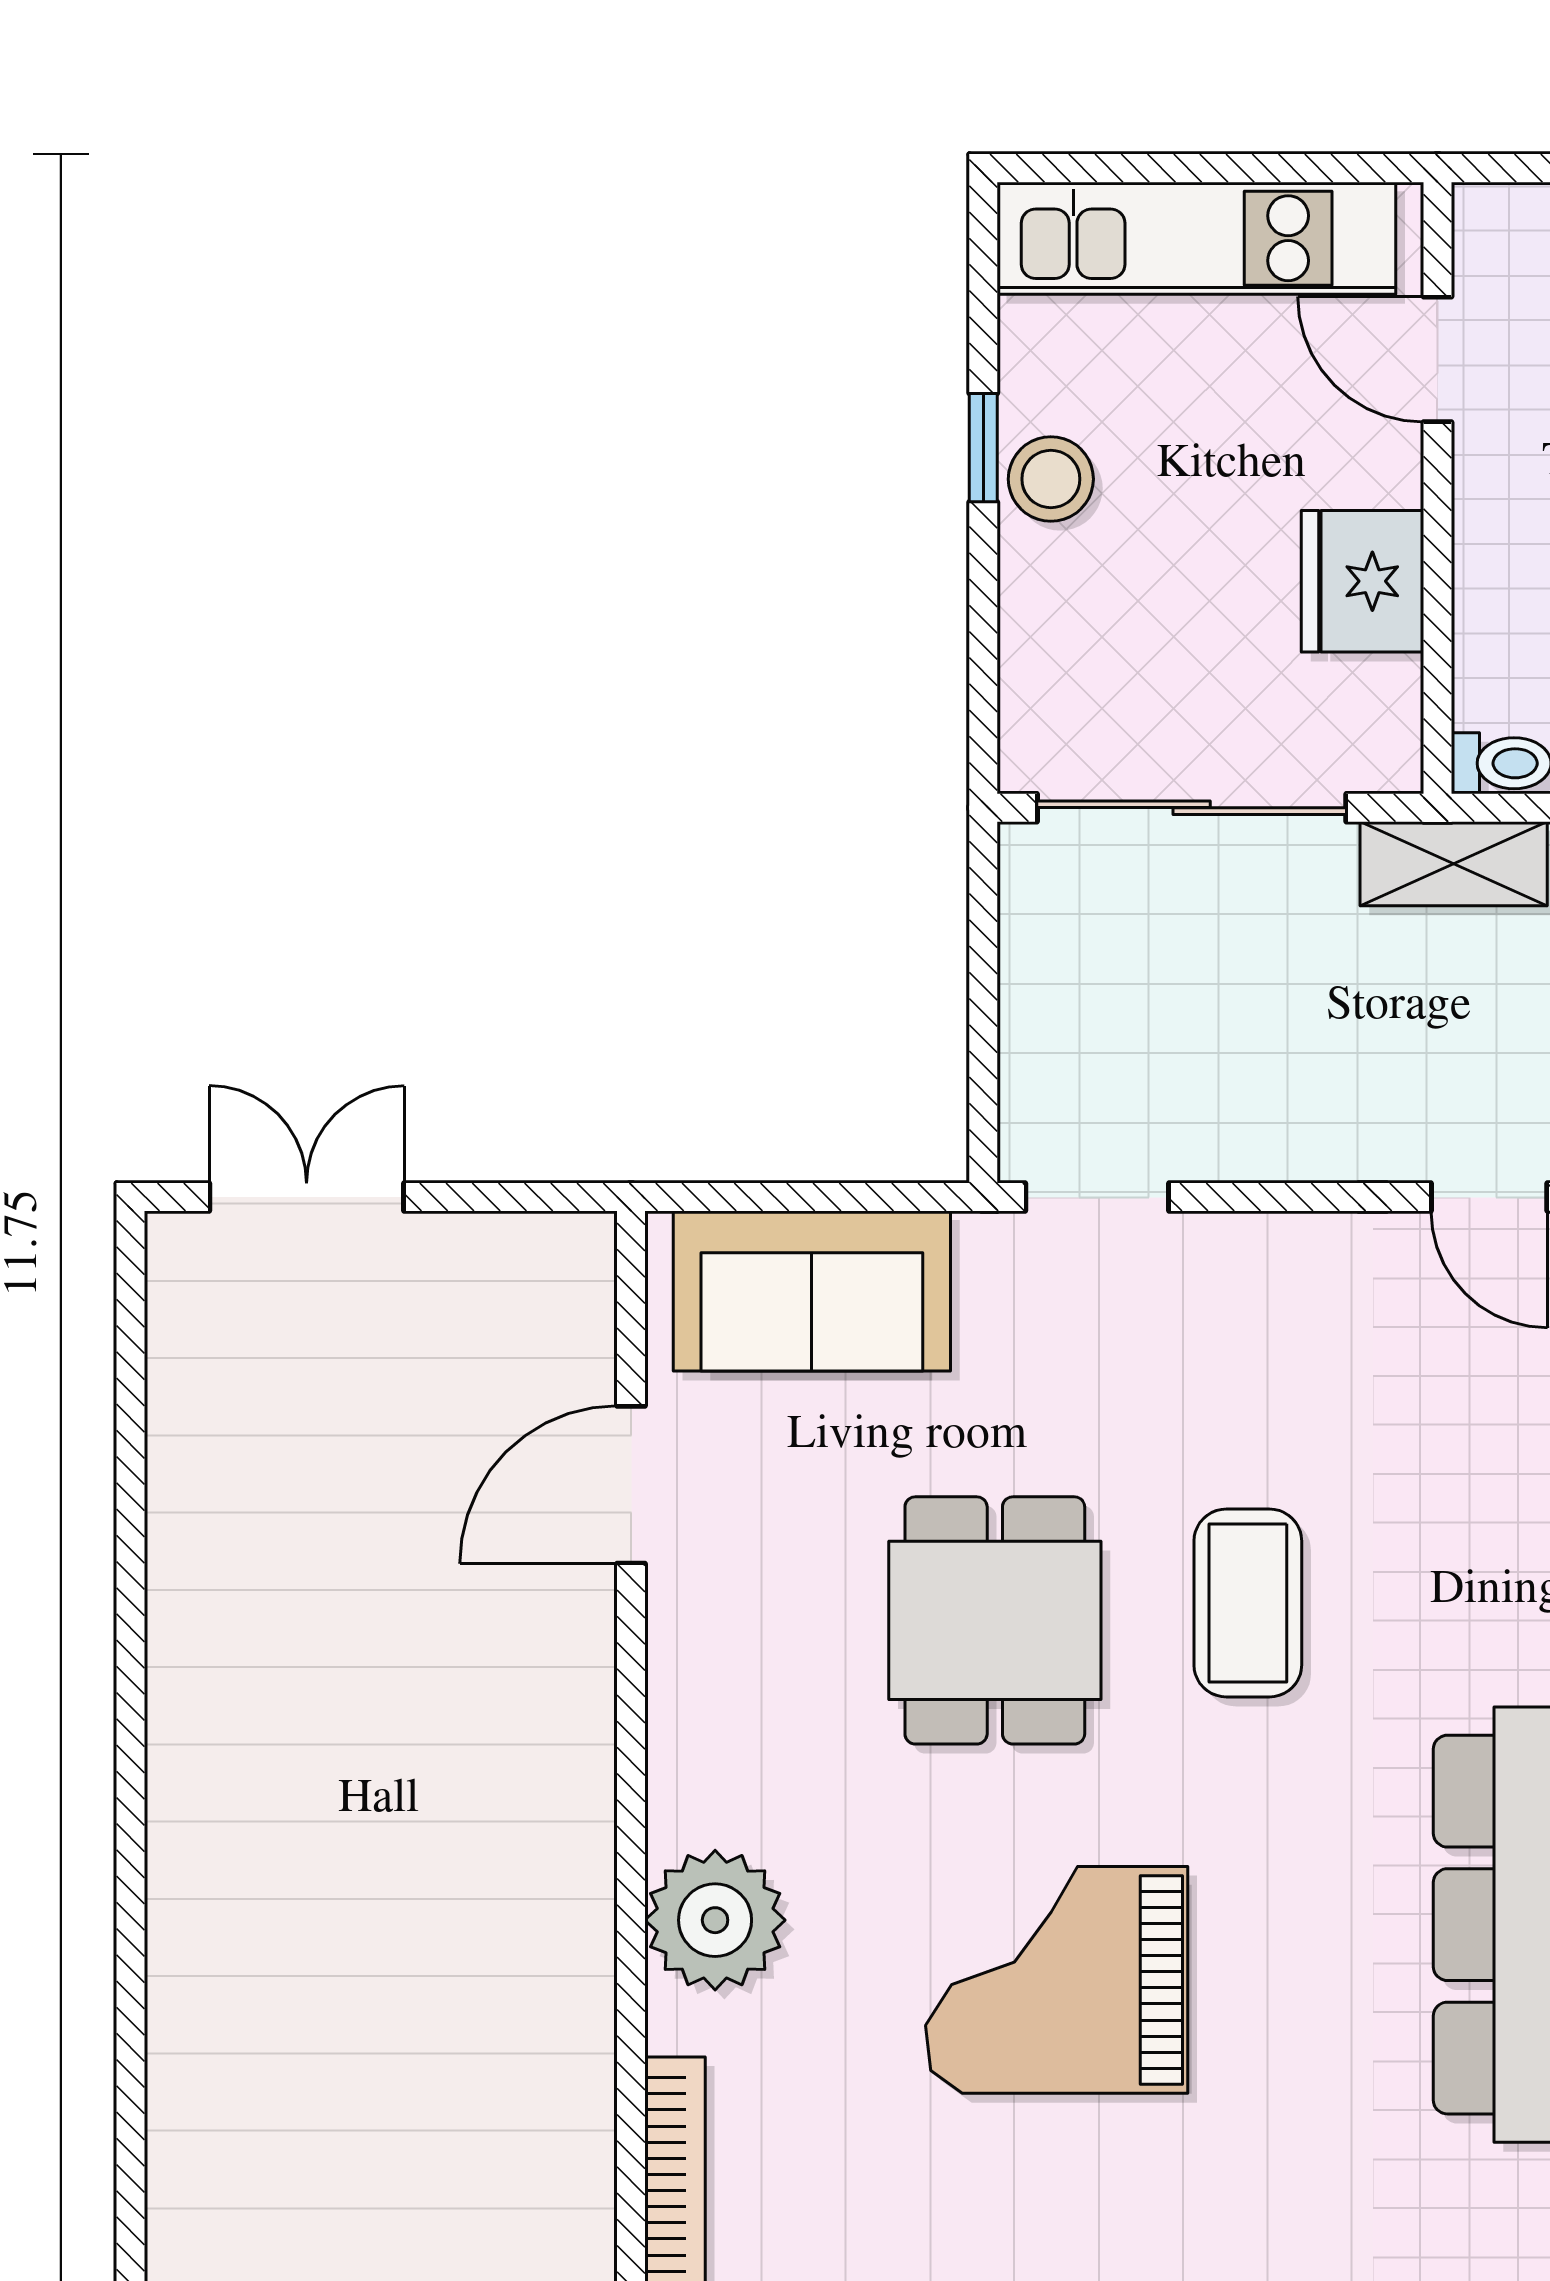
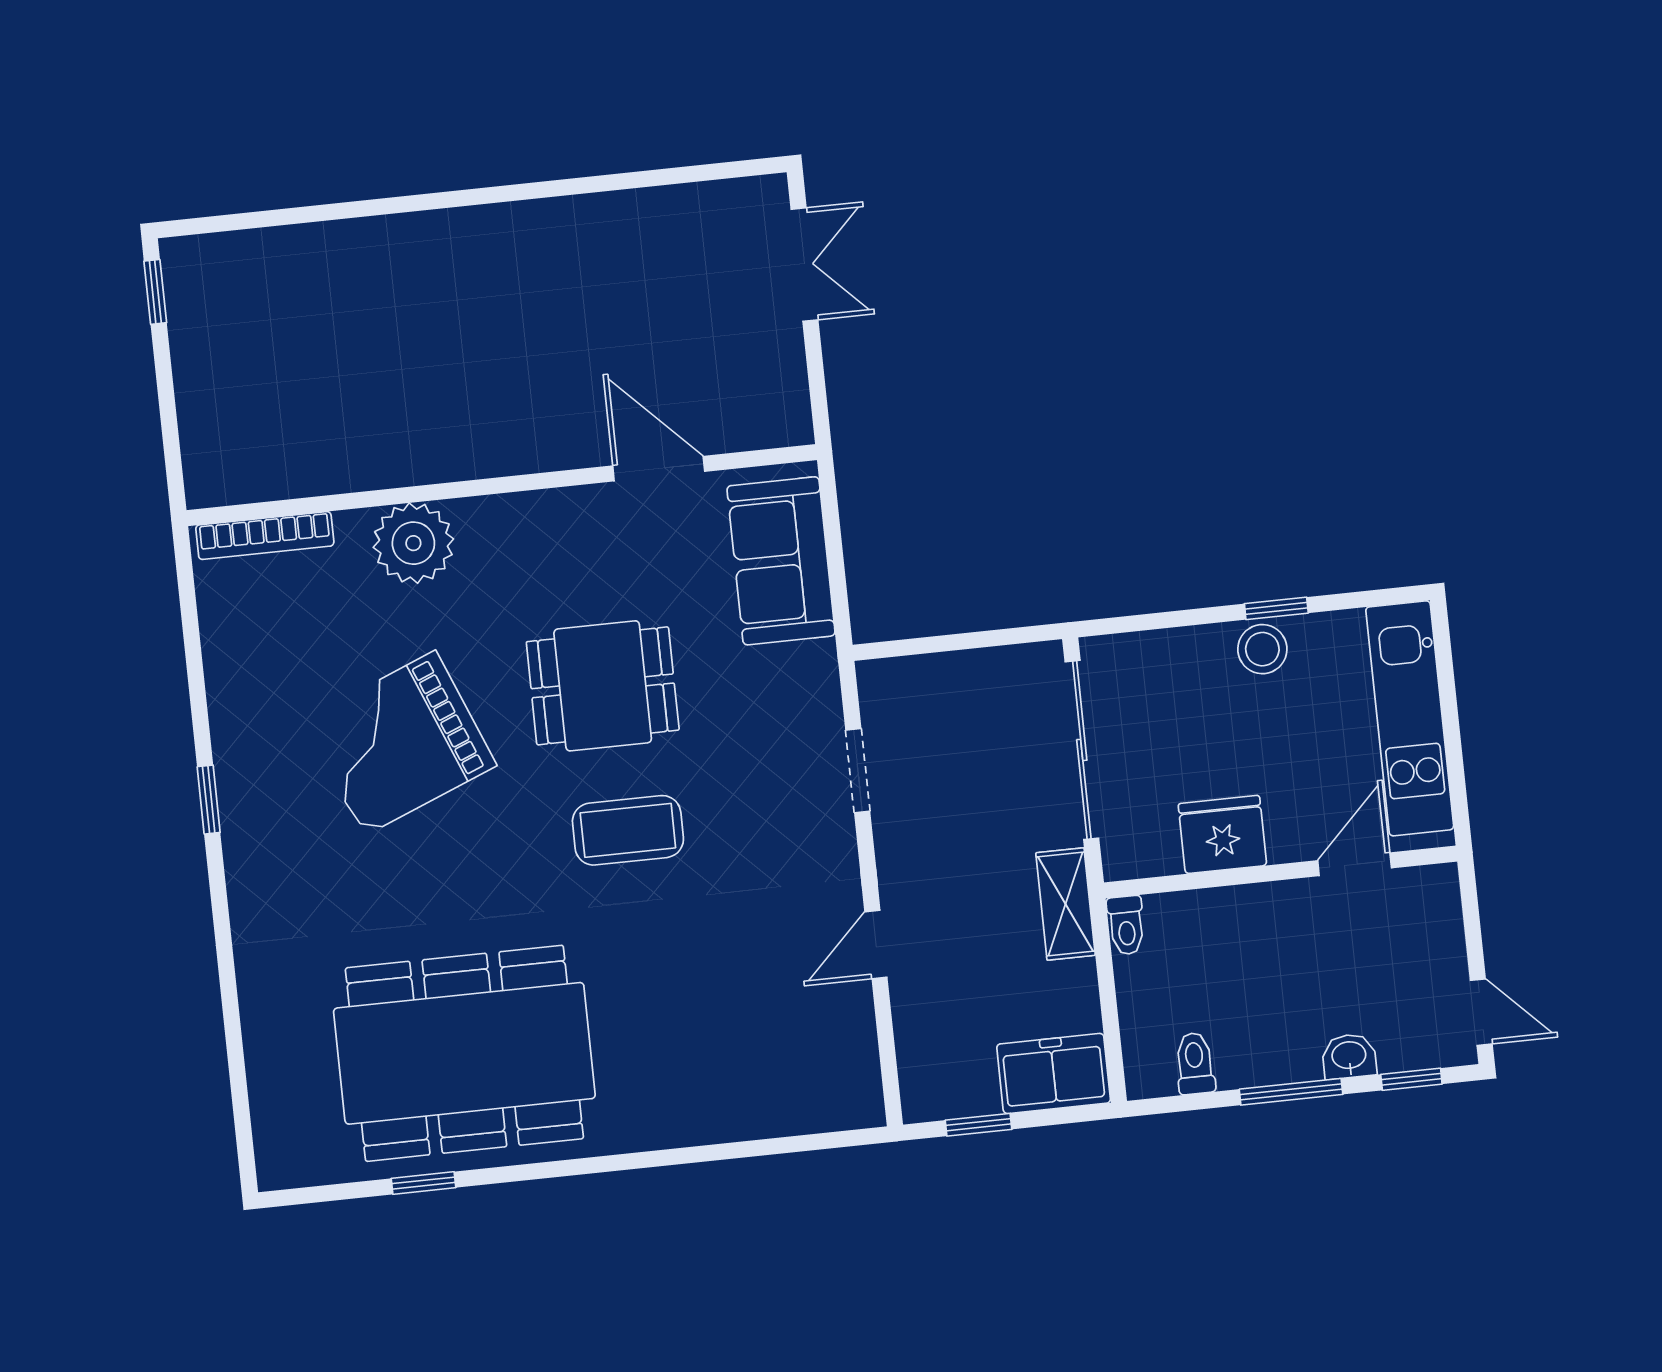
doorway: (1097, 1197) -> (858, 771), moved
grand piano: (1057, 1980) -> (400, 743), turned -112

